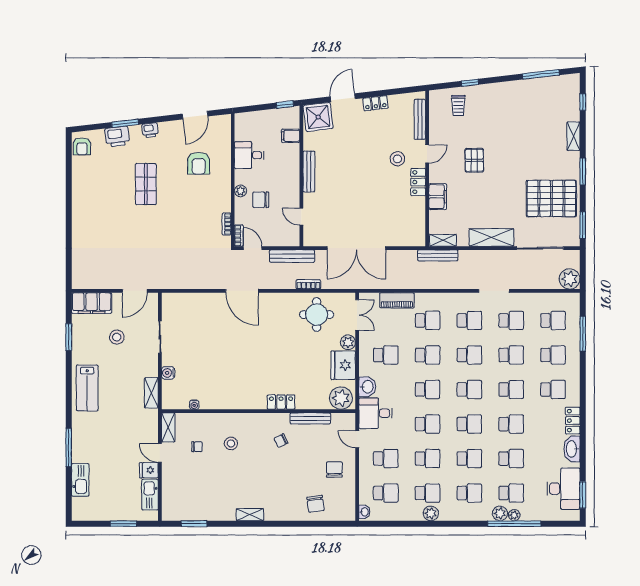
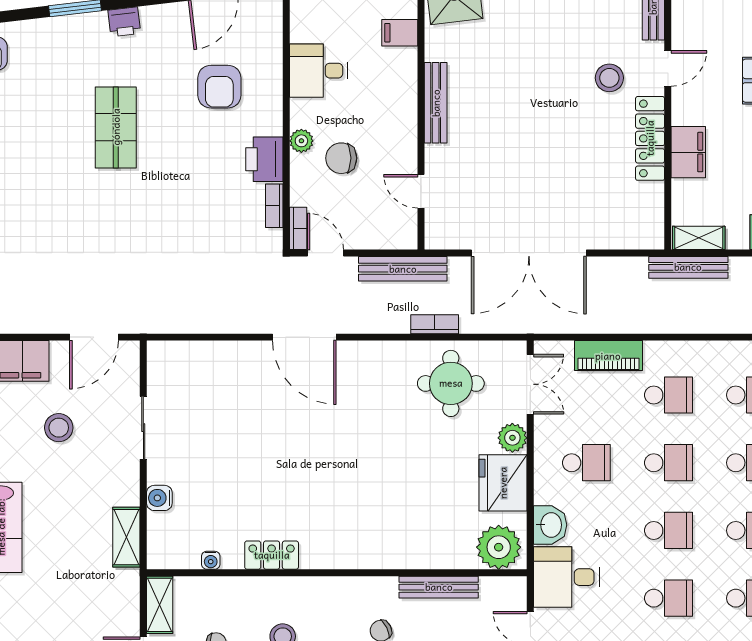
printer: (117, 137) -> (264, 159), moved, turned 97
locker: (418, 182) -> (650, 138), width x1.53
locker: (281, 402) -> (272, 555), moved

